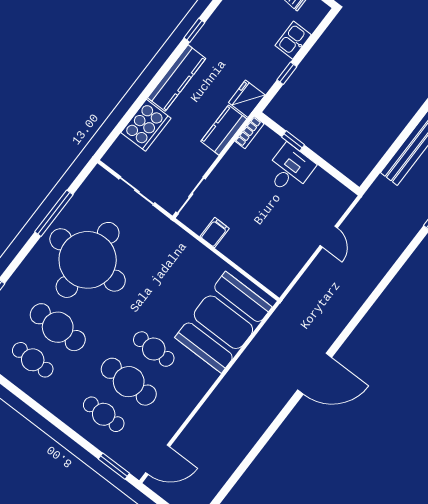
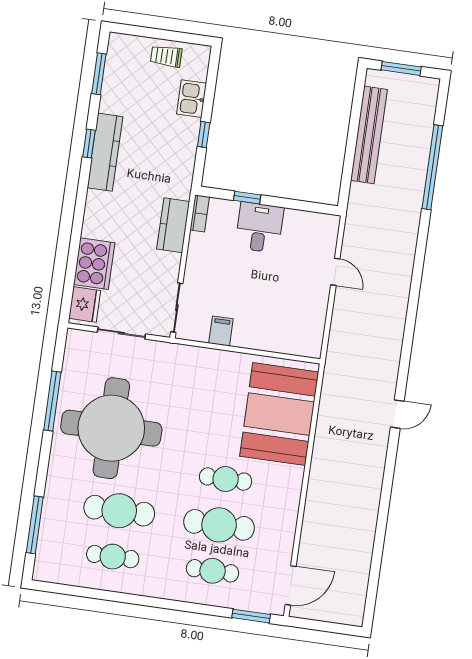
kitchen counter: (177, 78) -> (105, 152), moved
fridge: (247, 99) -> (85, 304), moved, turned 180
door: (315, 374) -> (397, 414), width x0.53

